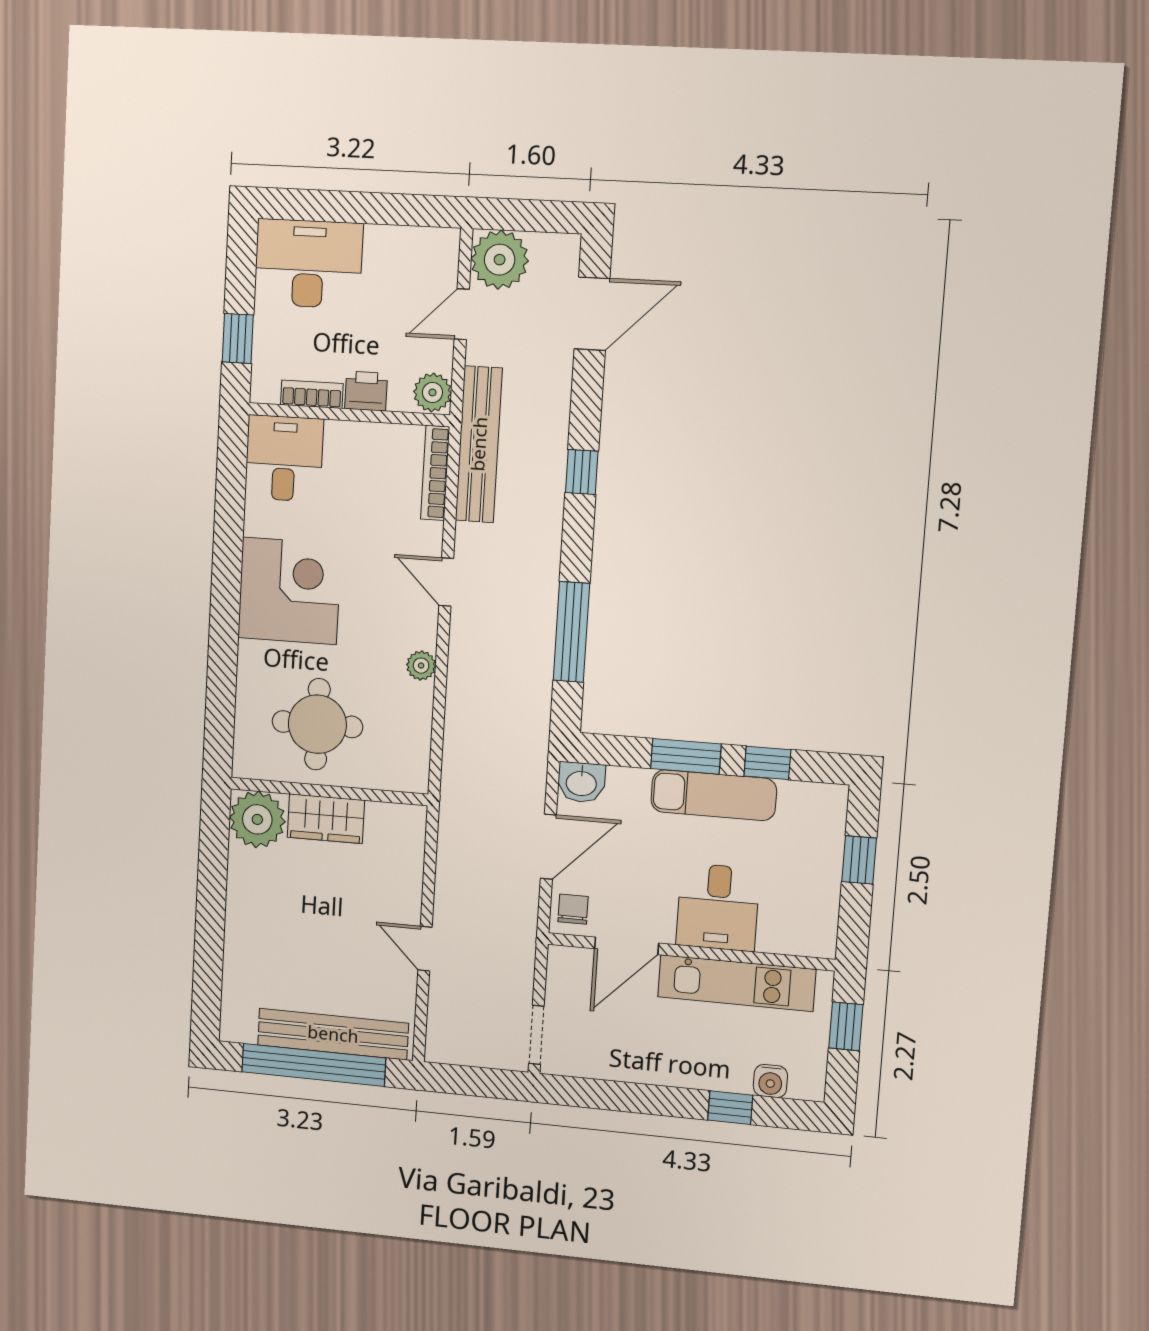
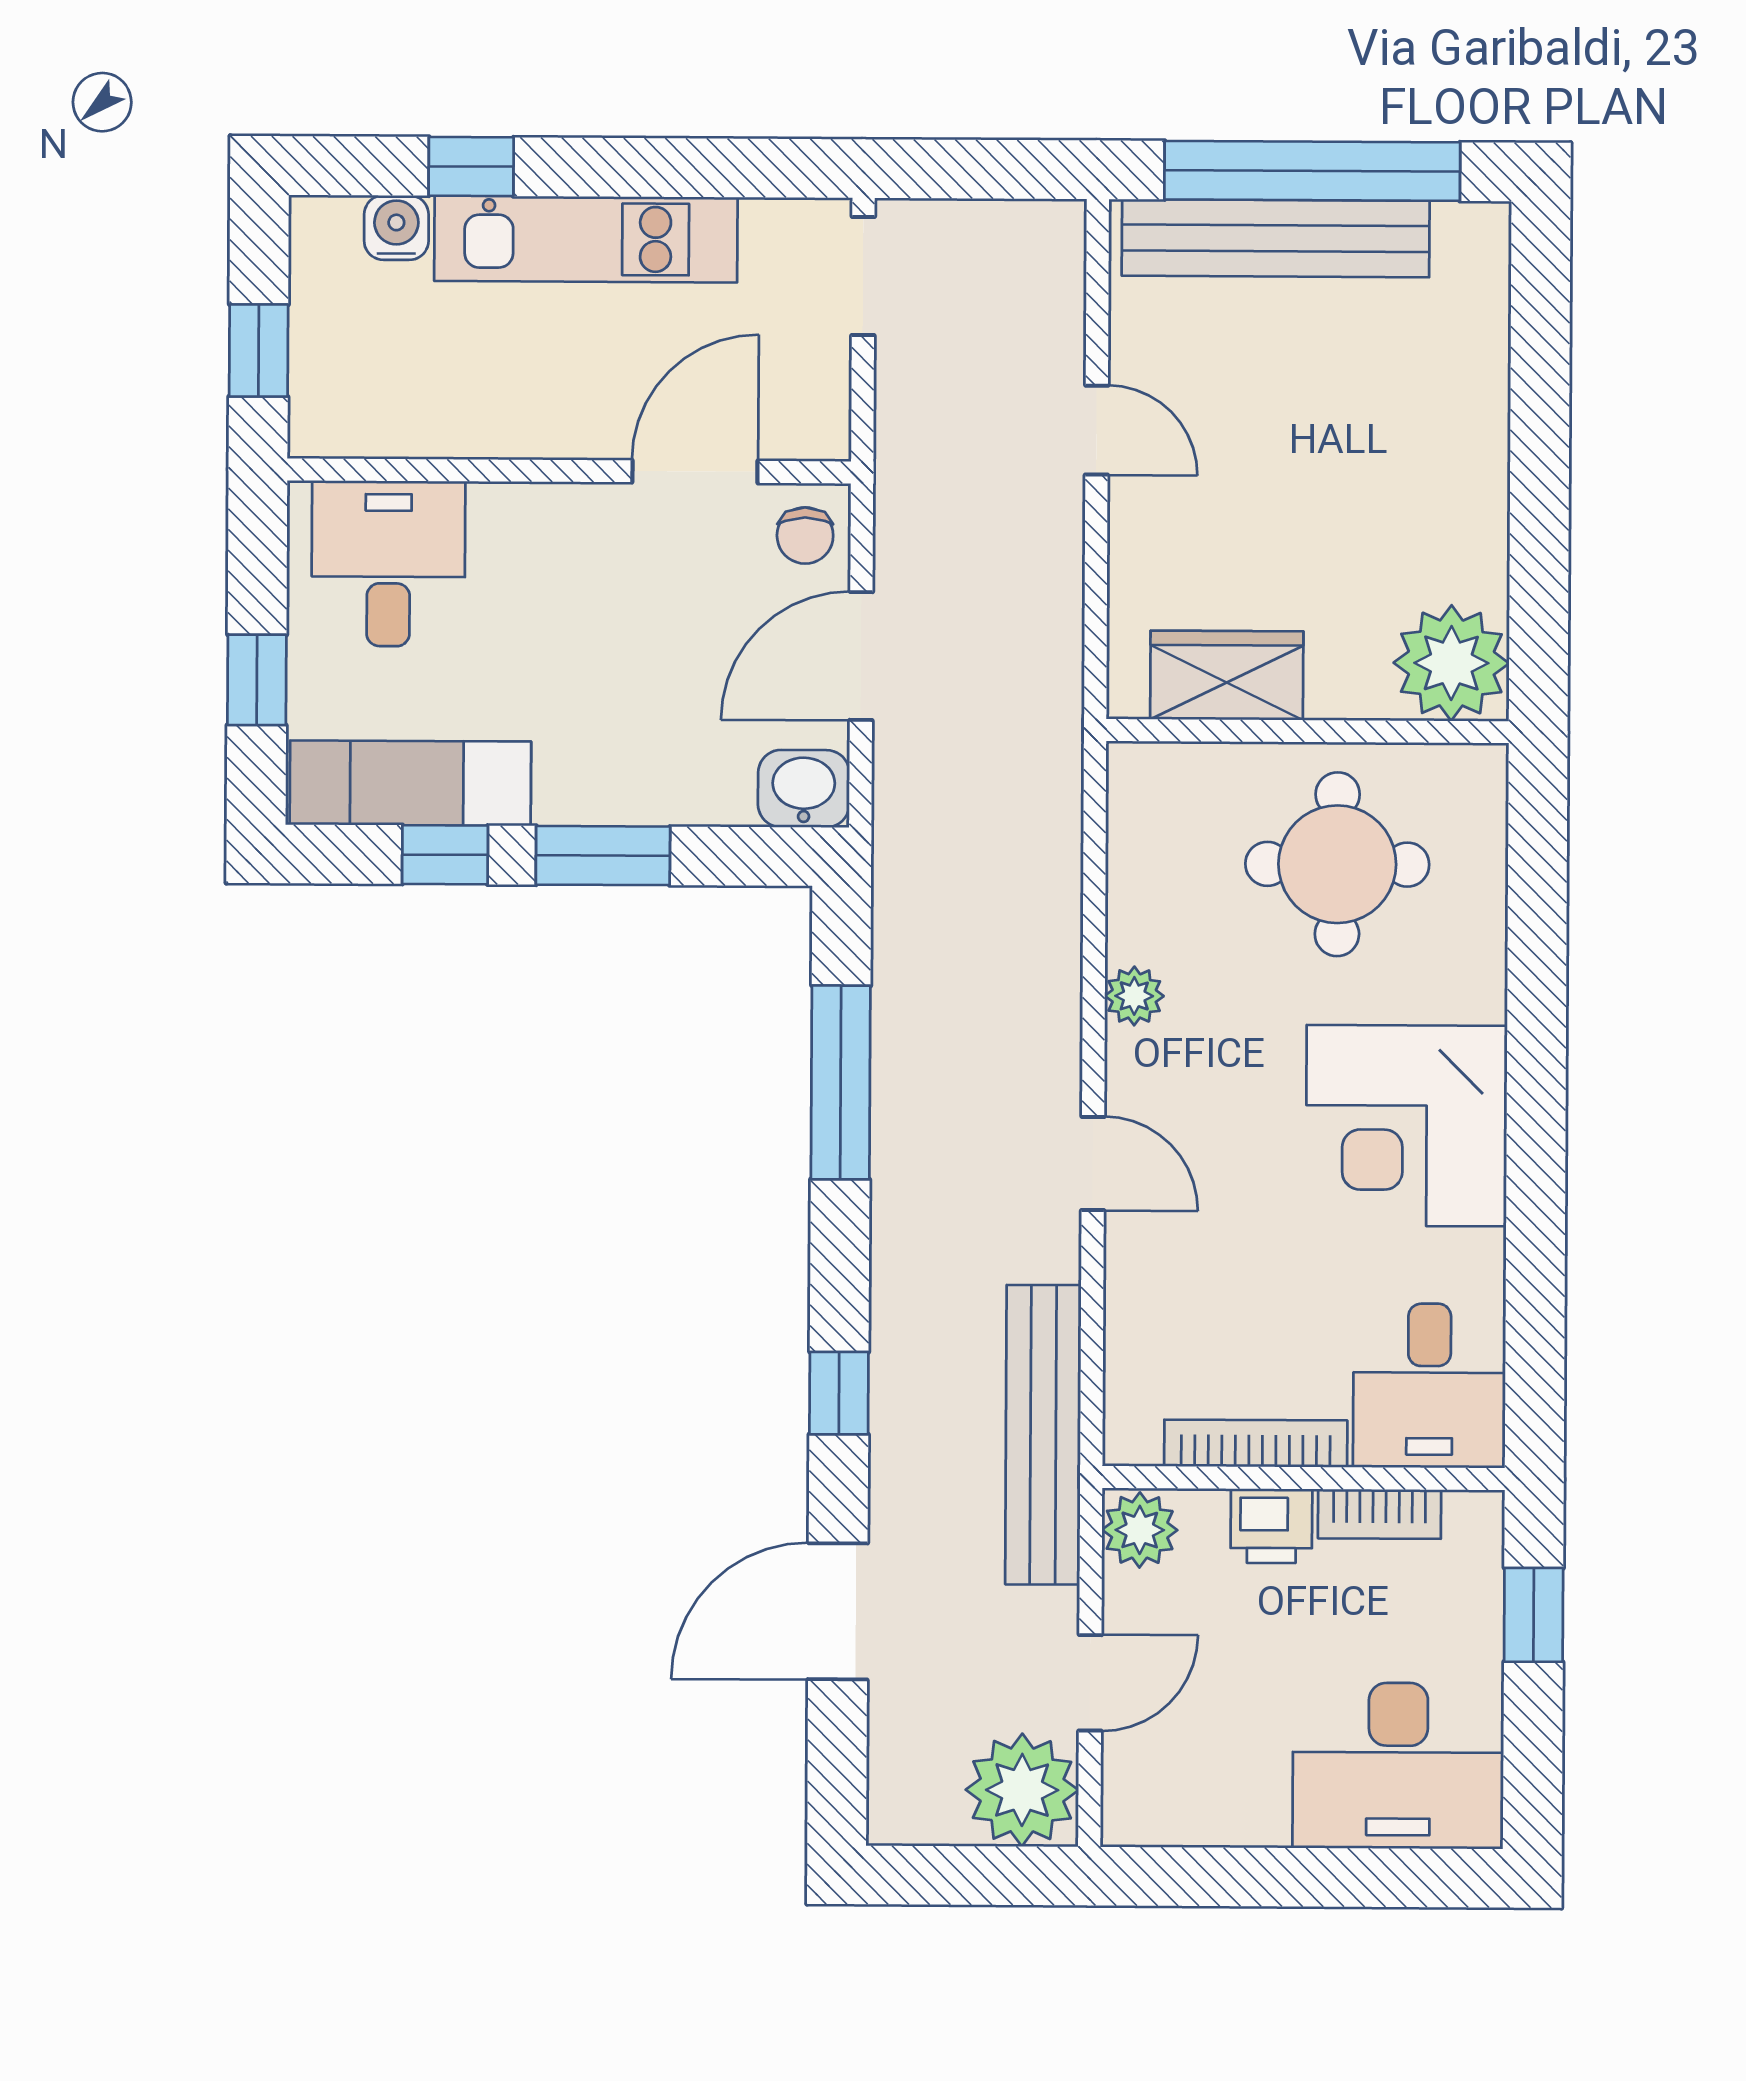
door: (592, 314) -> (838, 1611), moved
bookcase: (435, 473) -> (1256, 1443), moved, turned -90
exam couch: (714, 795) -> (410, 783), moved
wardrobe: (326, 819) -> (1227, 675), moved
desk: (718, 907) -> (388, 564), moved
kitchen unit: (737, 983) -> (586, 239), moved, turned 180

